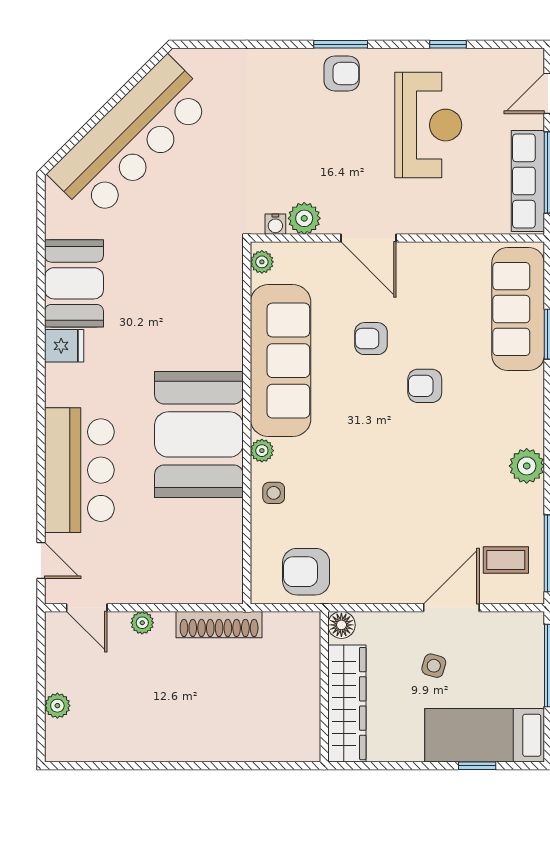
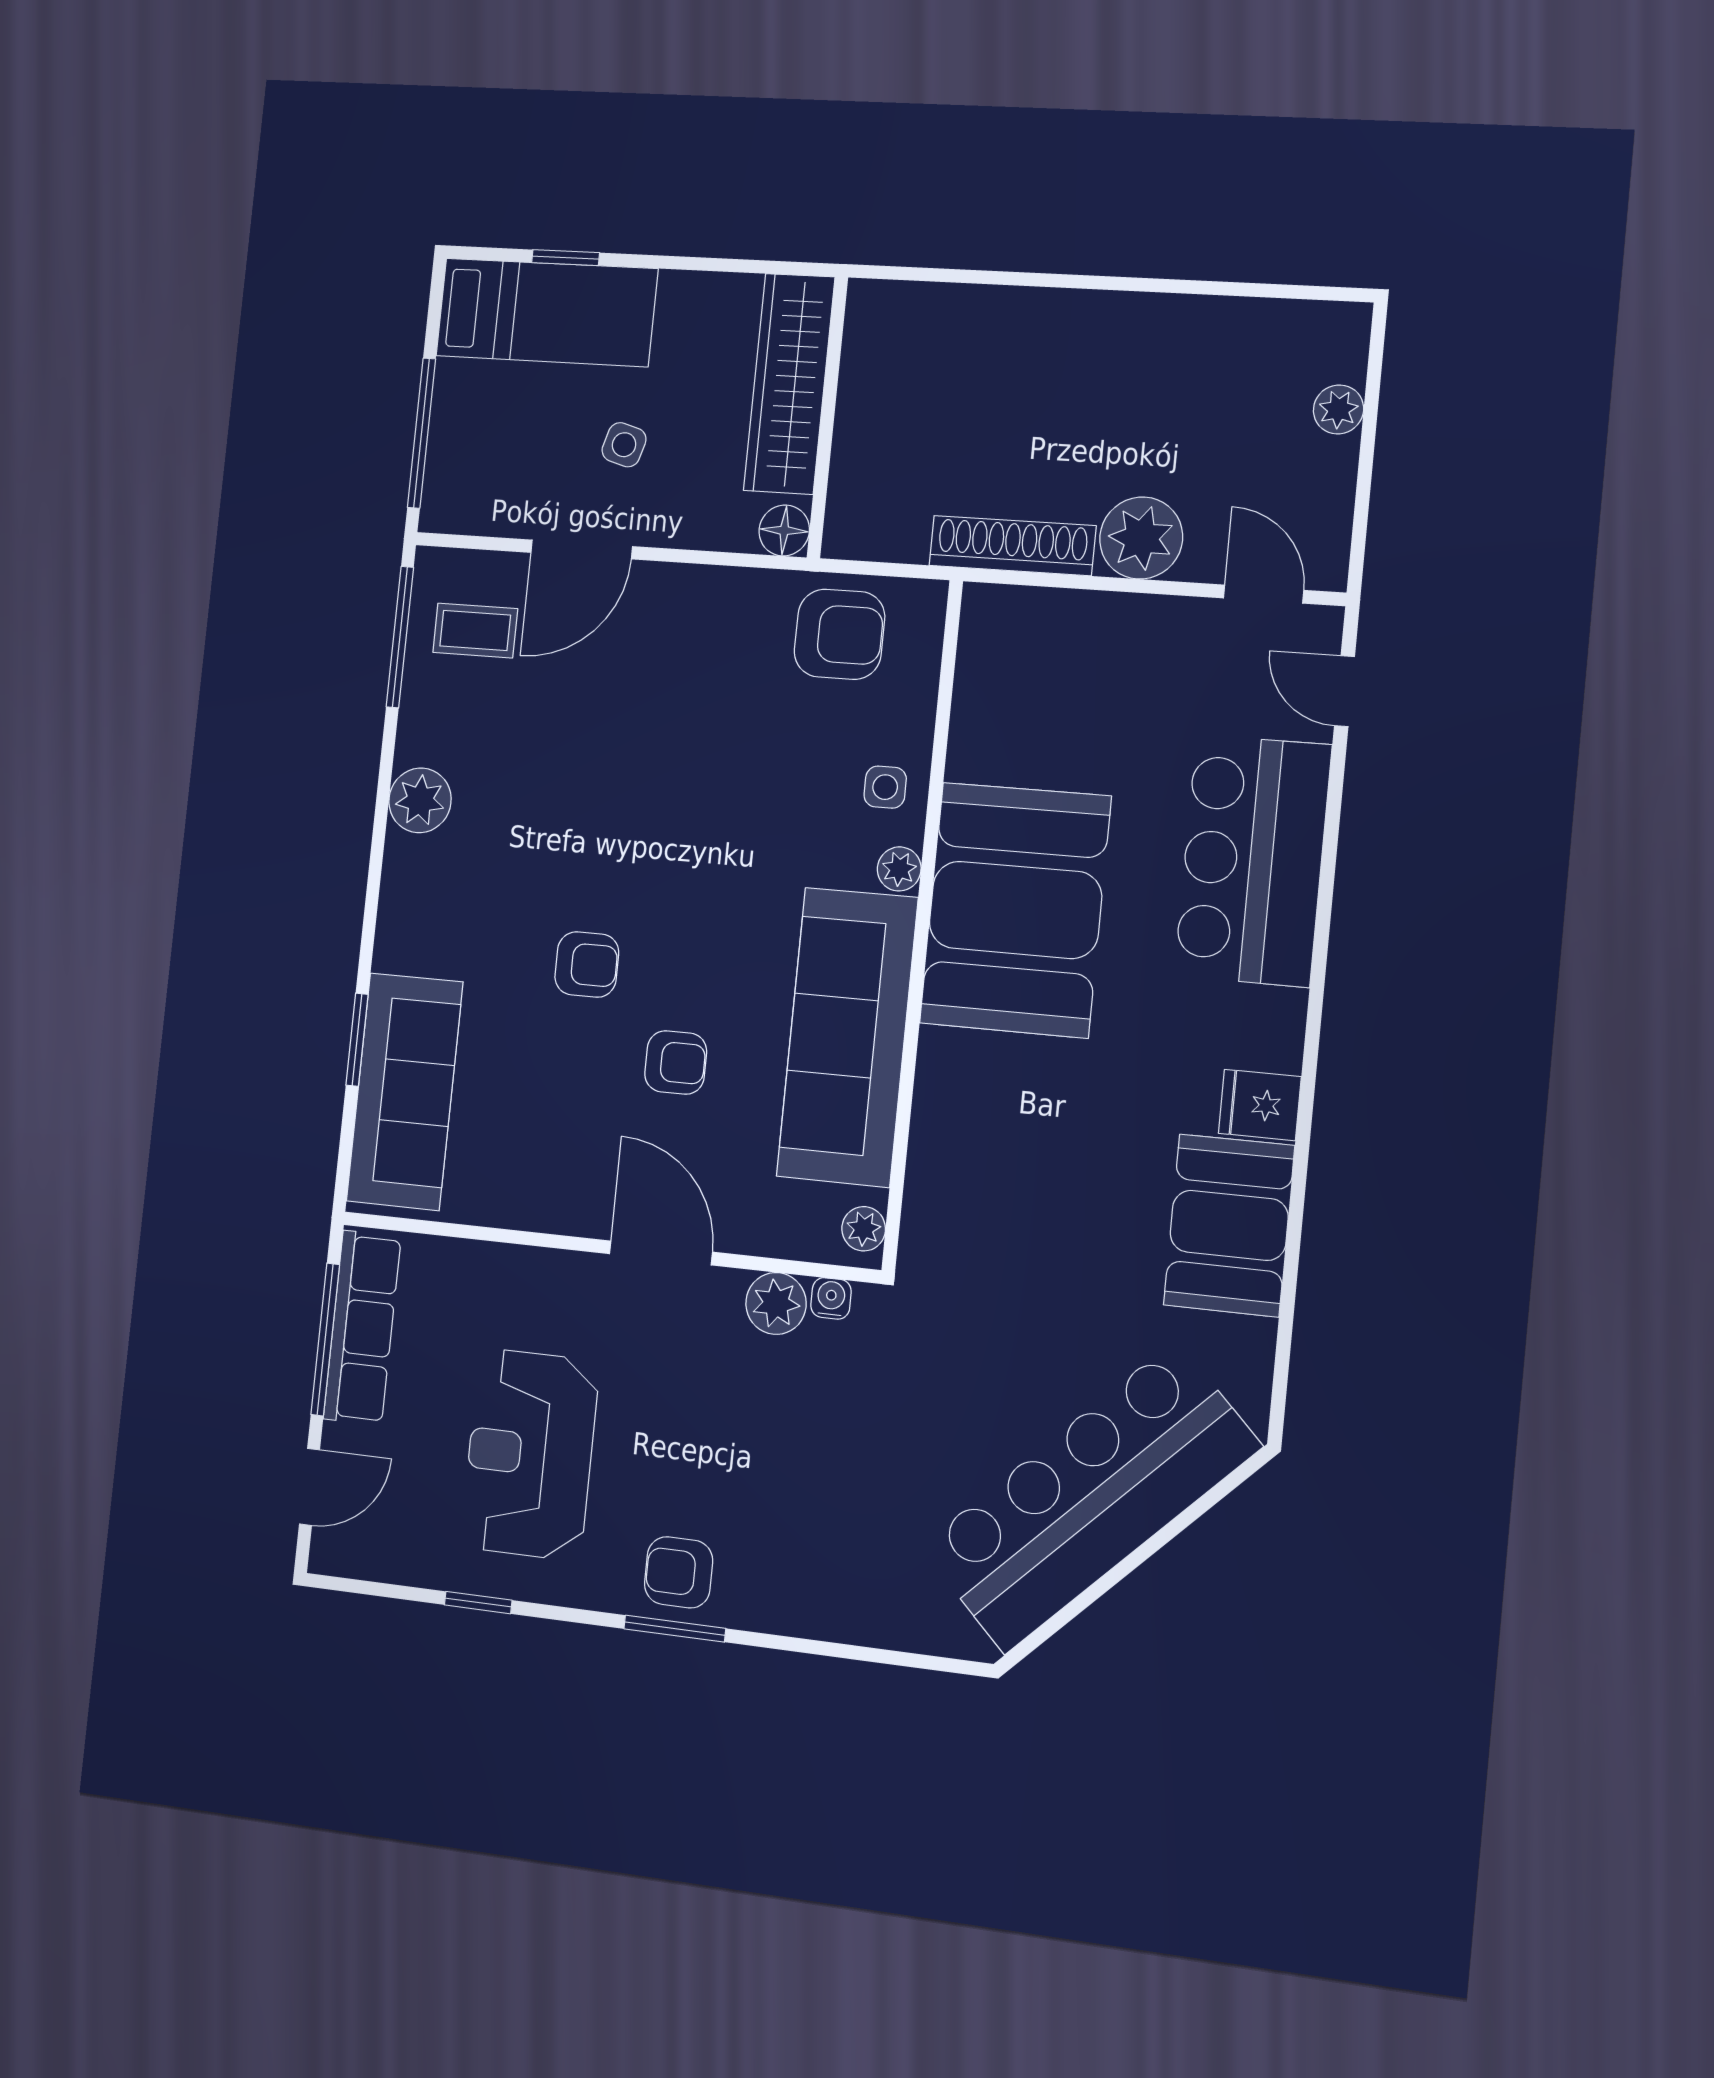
plant: (142, 623) -> (1141, 538), width x1.88, depth x1.88

